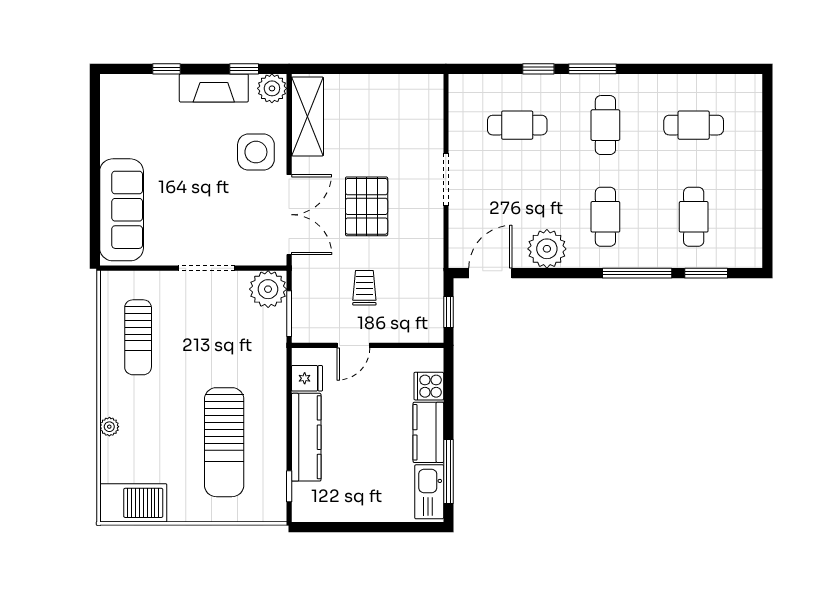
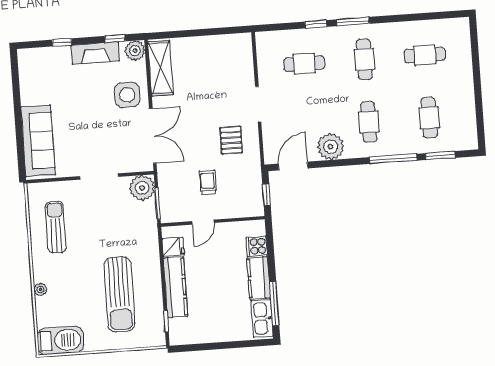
pallet: (367, 206) -> (231, 140), moved, width x0.67, depth x0.71
sun lounger: (138, 337) -> (56, 227), turned 180

